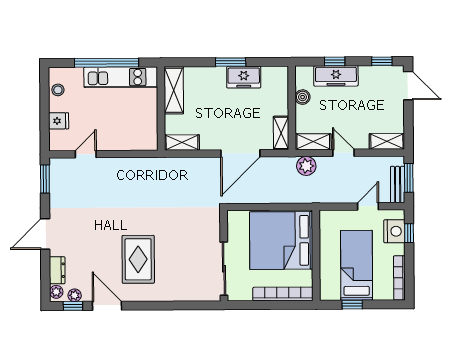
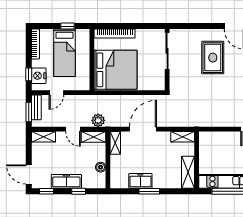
freezer: (336, 76) -> (66, 181), moved
wall: (224, 256) -> (167, 60), moved
sliding door: (224, 269) -> (167, 51), moved

